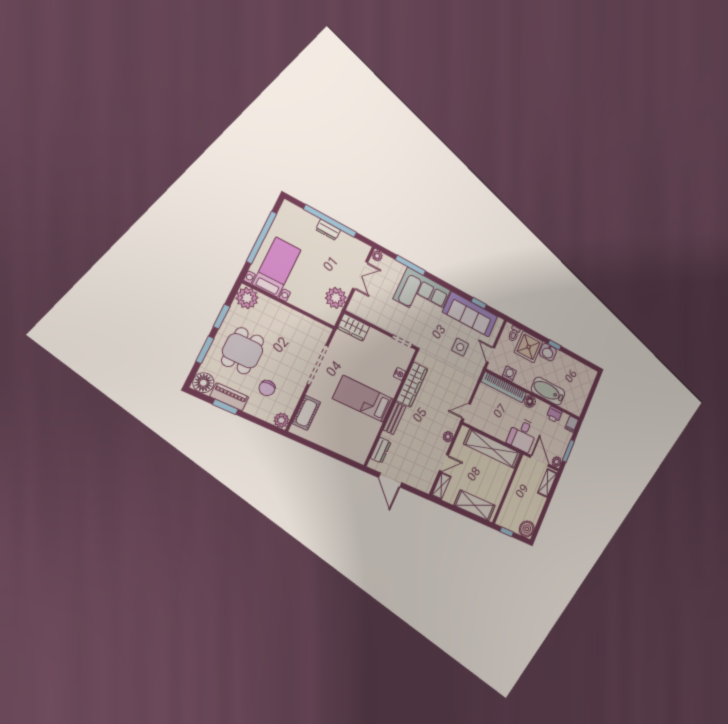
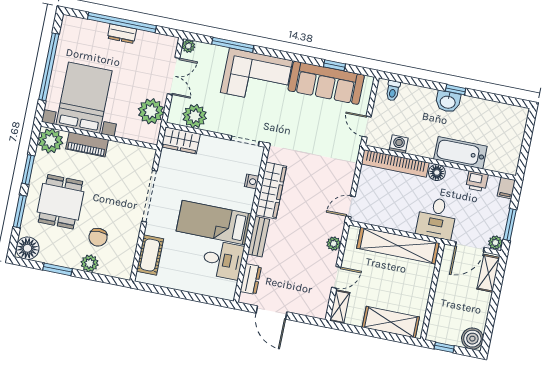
bed with nightstands: (277, 267) -> (84, 98), width x1.36
plant: (369, 311) -> (195, 116), added
side table: (460, 347) -> (323, 128), removed
shower: (529, 347) -> (418, 102), removed
piano: (229, 397) -> (87, 144), moved, turned 180
plant: (281, 420) -> (90, 263), moved
desk: (363, 430) -> (223, 260), added
door: (539, 461) -> (470, 247), swing flipped

